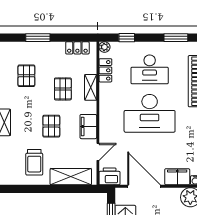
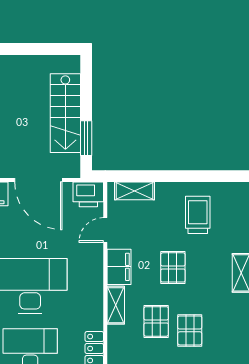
pallet: (26, 76) -> (190, 330), moved
shelving: (91, 87) -> (116, 305), moved
shelving: (71, 177) -> (135, 191), width x0.67, depth x0.75

